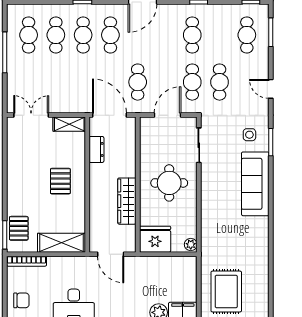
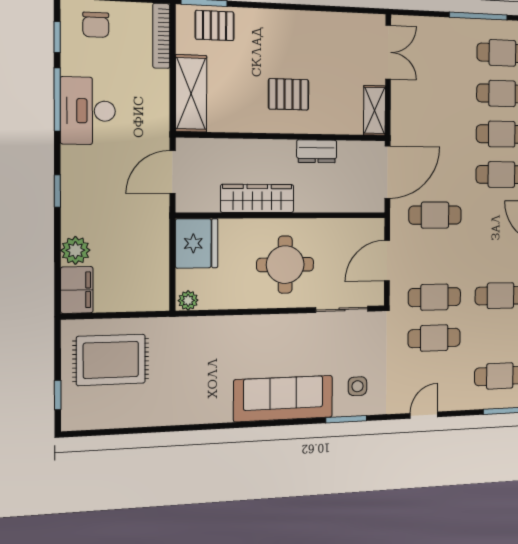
door: (168, 115) -> (387, 261), swing flipped
dresser: (96, 149) -> (317, 151), moved

